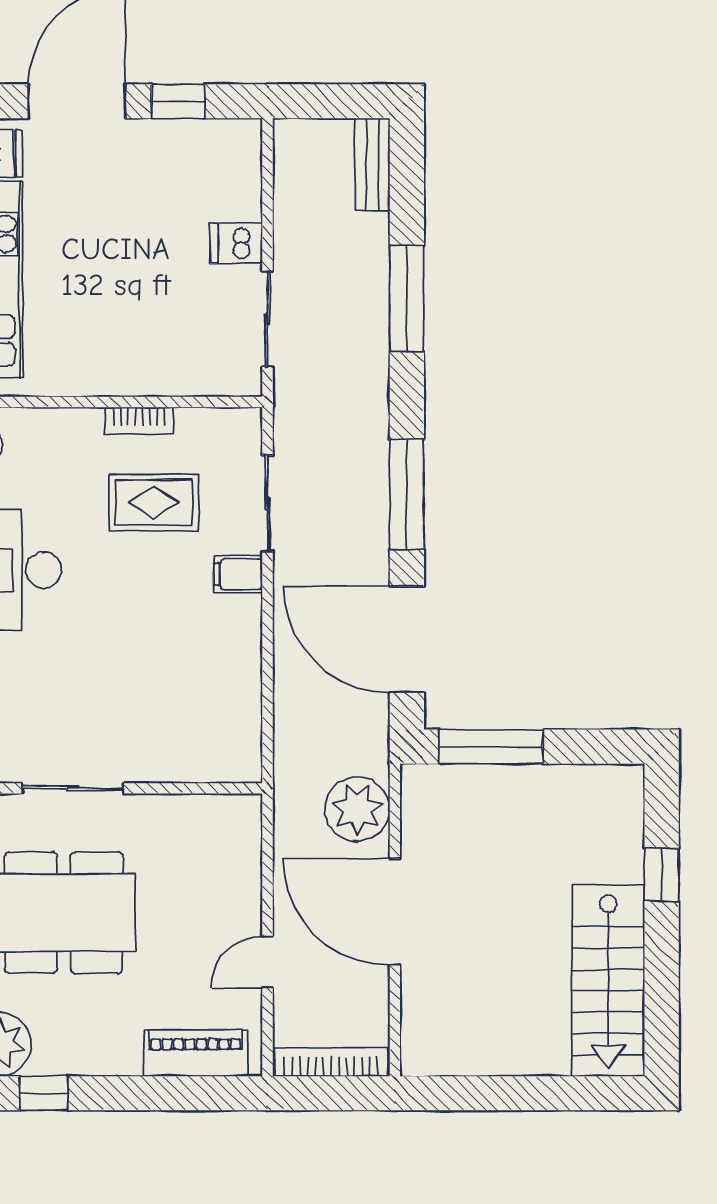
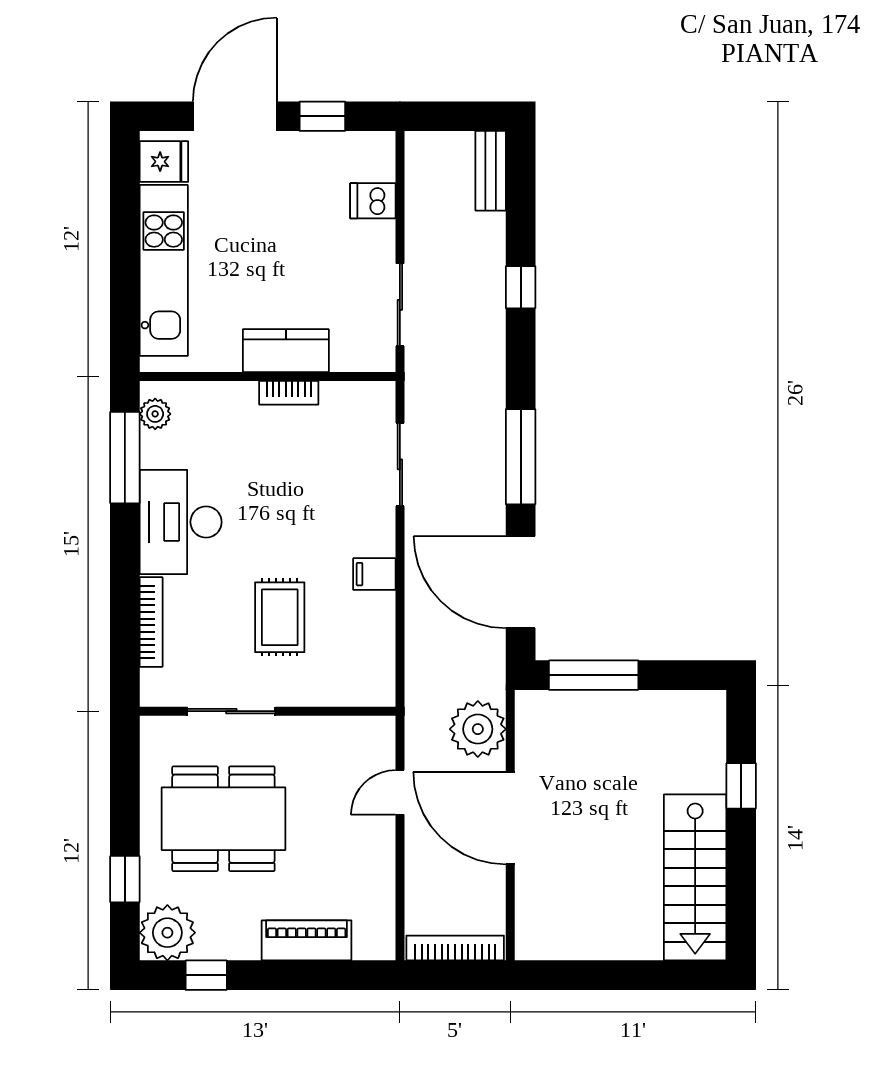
dishwasher: (236, 243) -> (373, 201), moved
window: (407, 299) -> (521, 287), width x0.46
kitchen counter: (136, 372) -> (286, 351), added
rug: (154, 503) -> (280, 617), moved, turned 90
filing cabinet: (238, 574) -> (374, 574), moved
door: (268, 962) -> (400, 792), moved
piano: (196, 1053) -> (307, 940), moved

